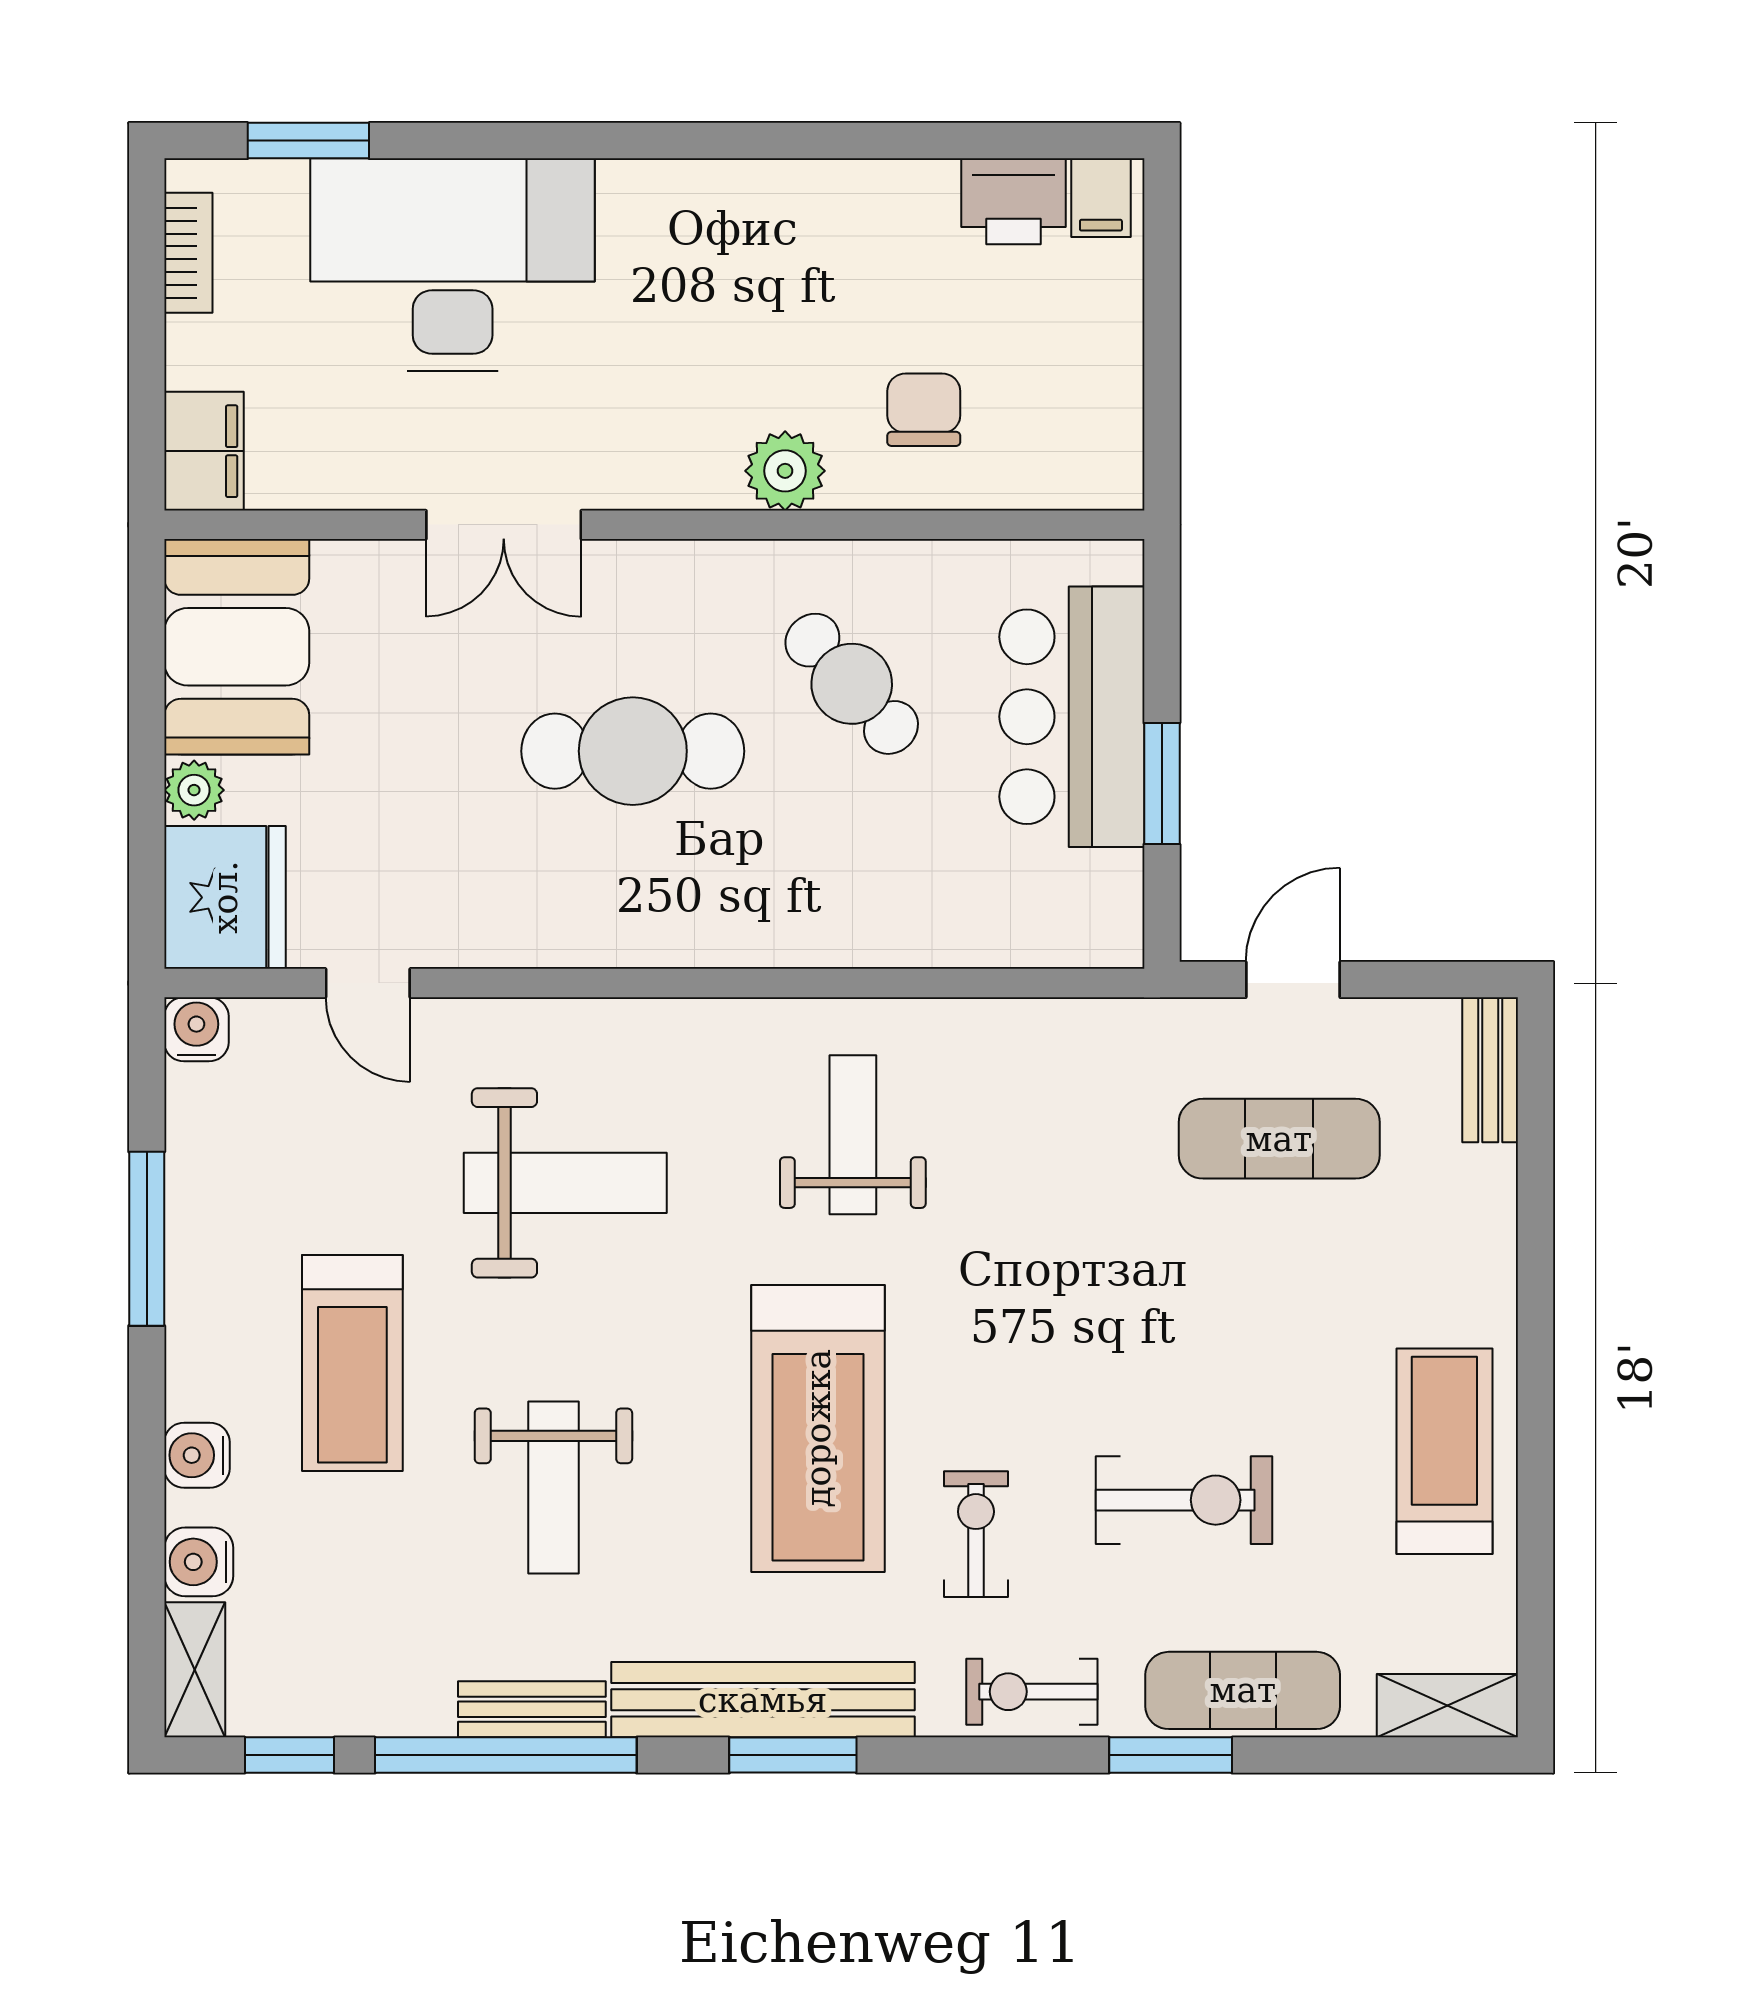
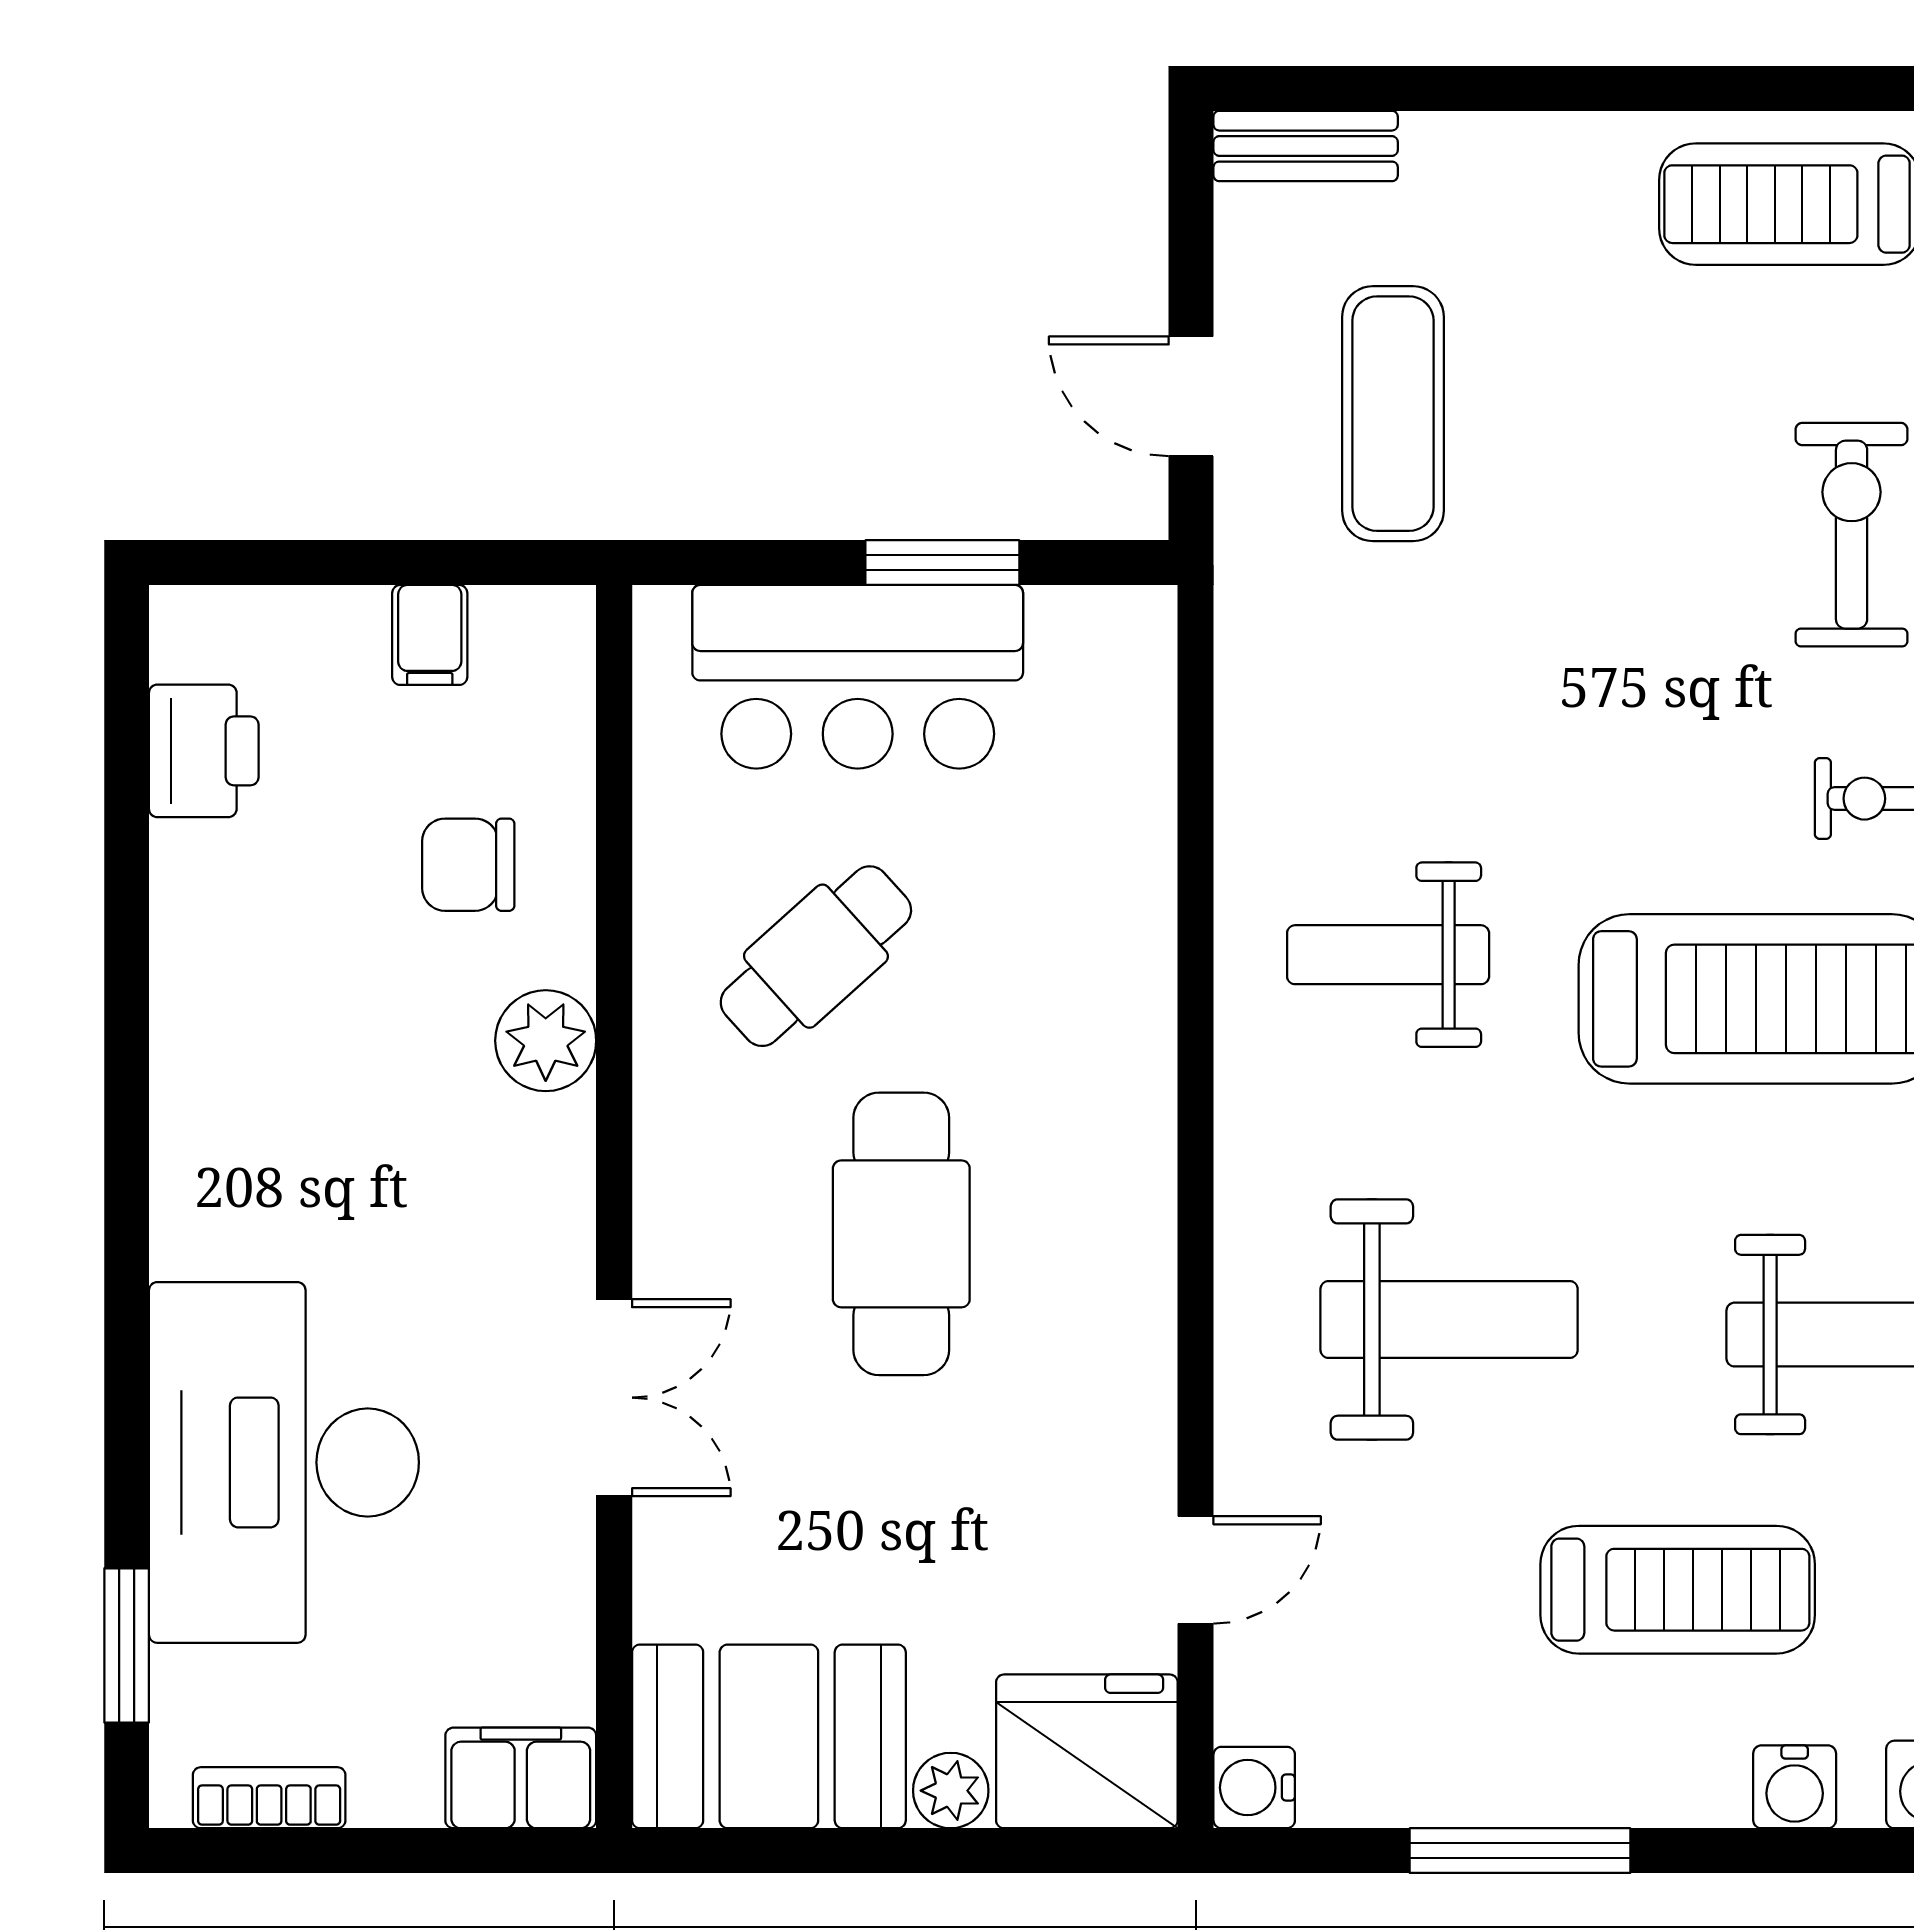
filing cabinet: (1101, 198) -> (430, 635), moved, turned 90
weight bench: (565, 1183) -> (1449, 1320), turned 90

